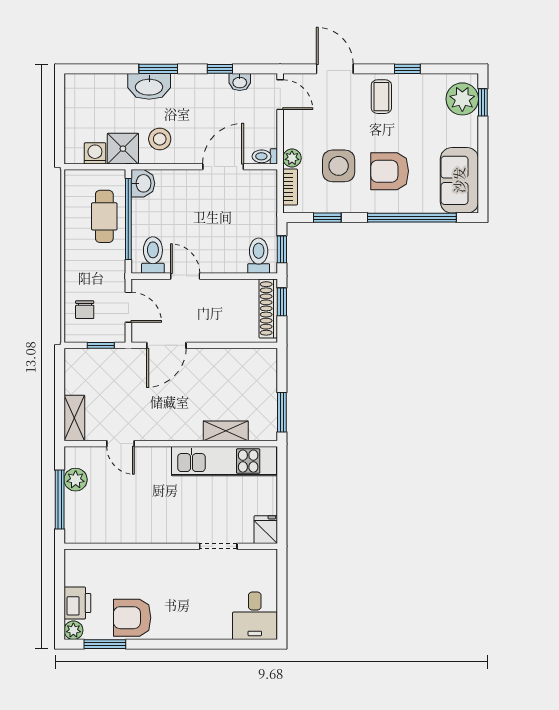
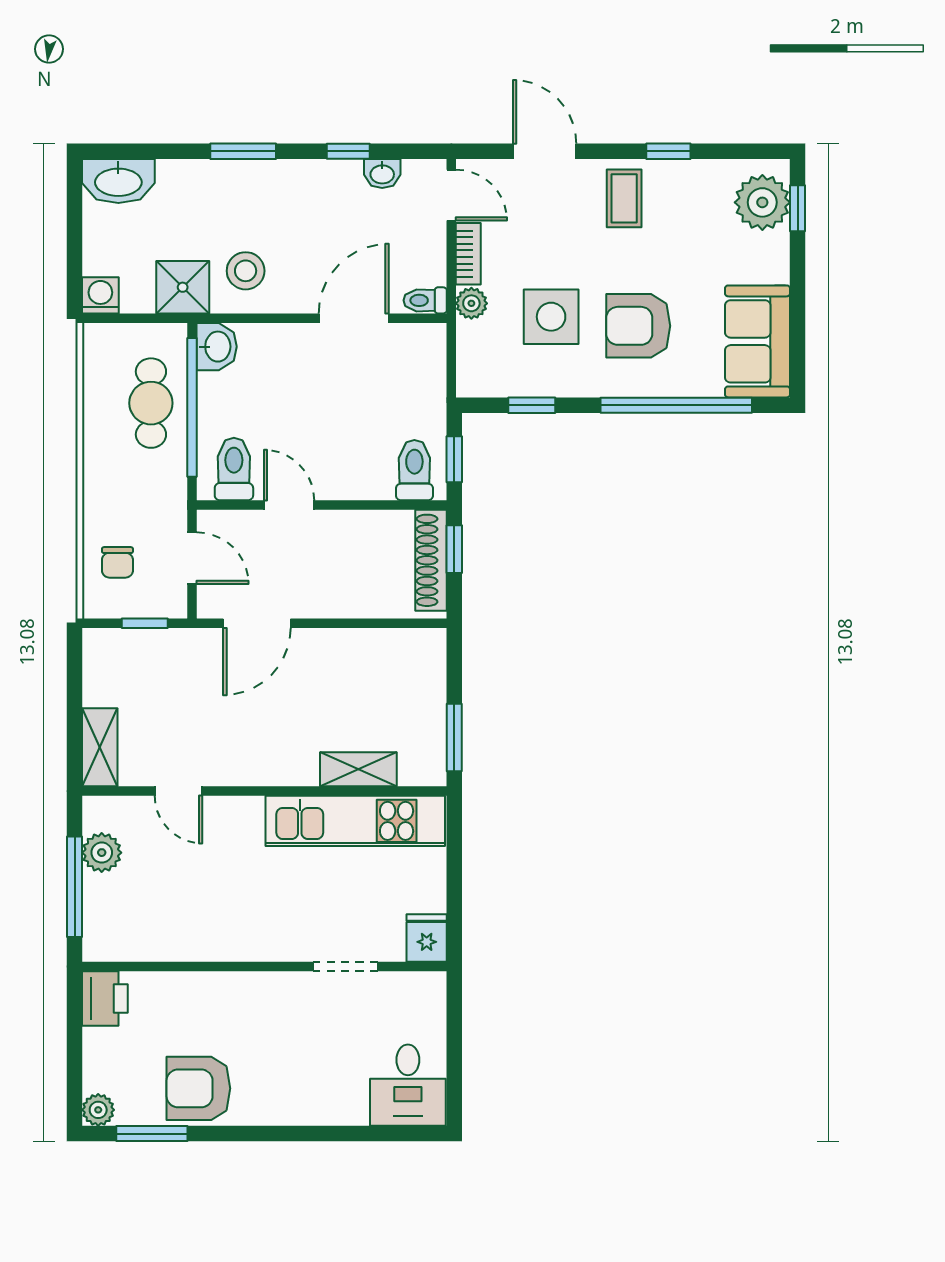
washbasin: (149, 86) -> (118, 181), moved
washing machine: (95, 153) -> (100, 295), moved
bookcase: (290, 187) -> (468, 254), moved
printer: (77, 603) -> (105, 999), moved

